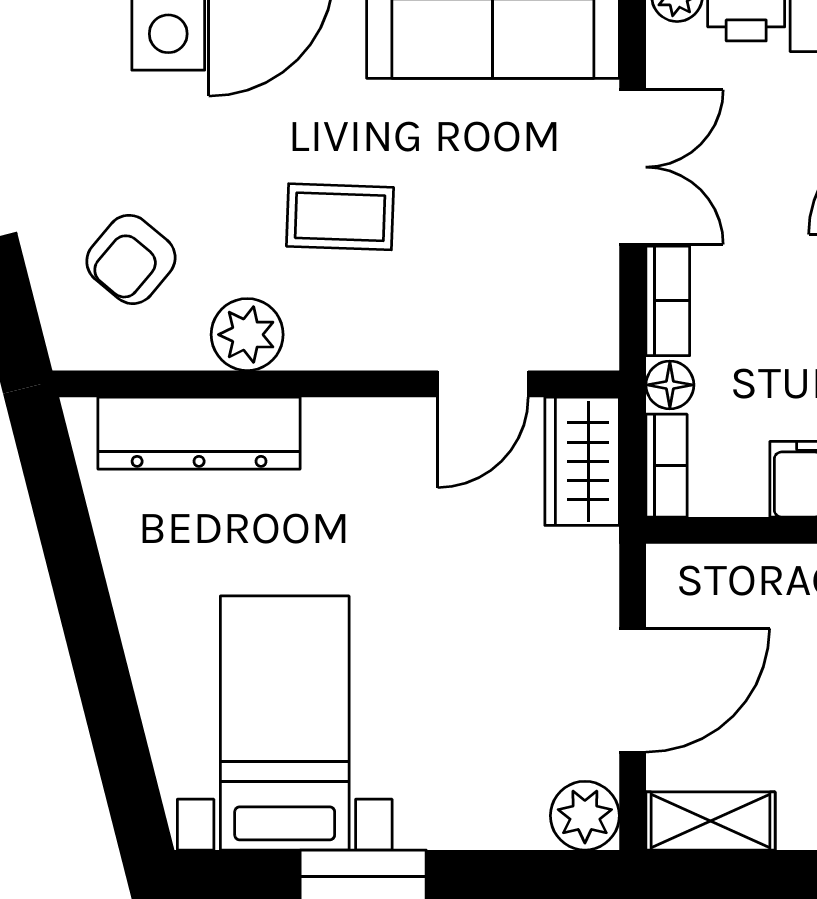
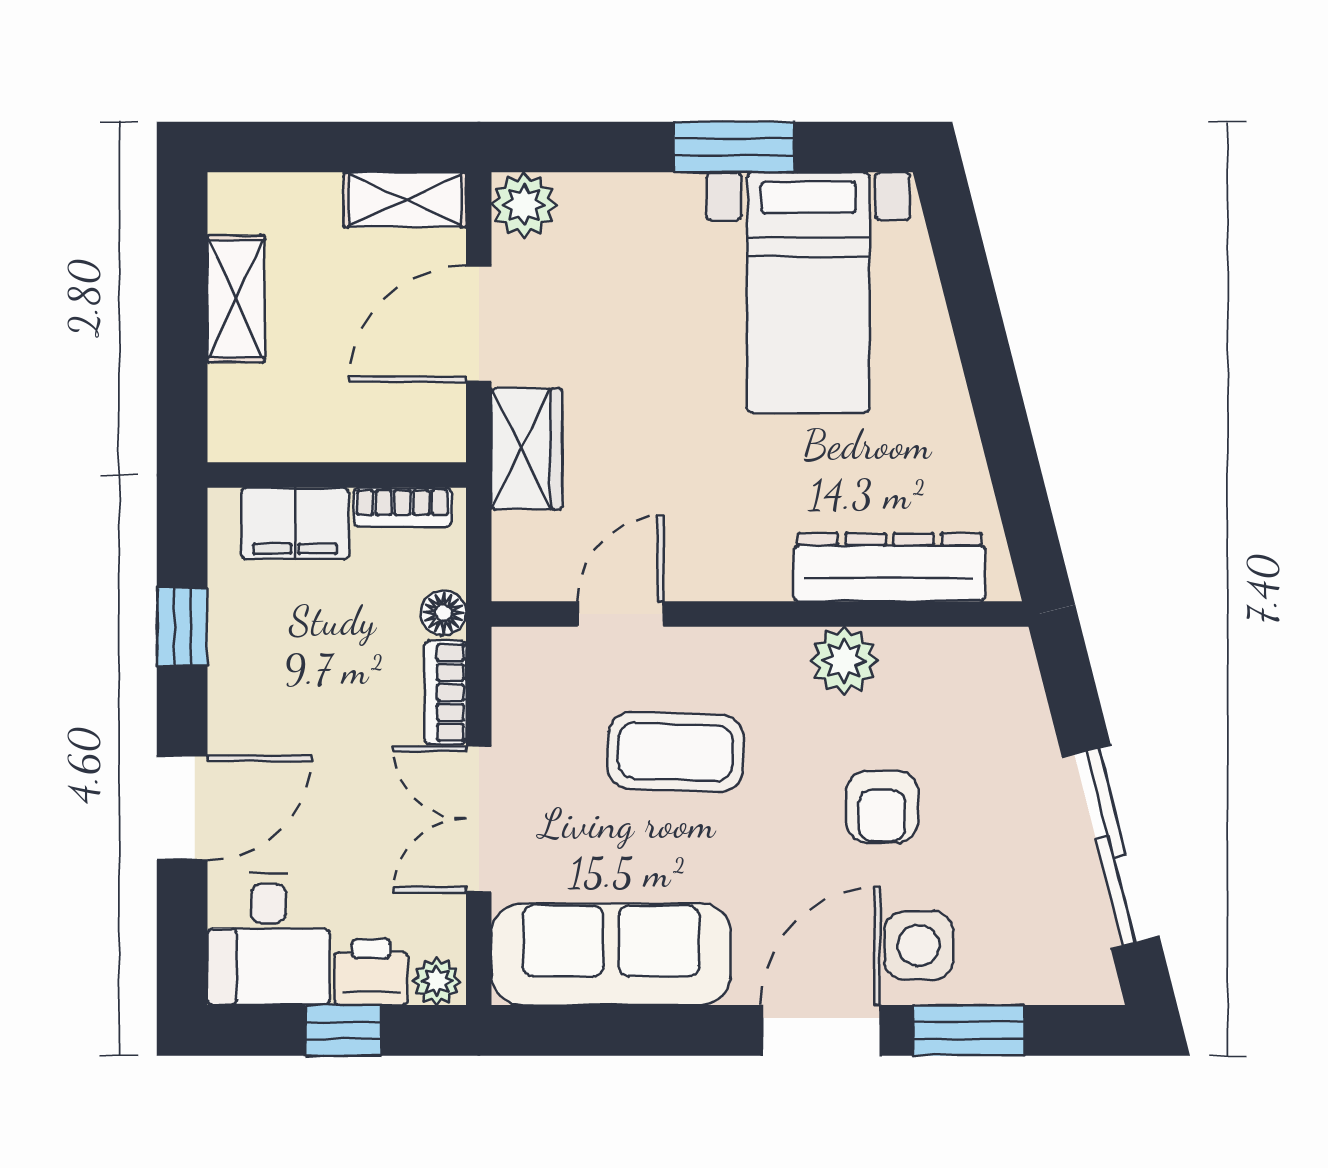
coffee table: (340, 217) -> (676, 752), moved, width x1.36, depth x1.30
armchair: (131, 259) -> (882, 807), moved, turned 140
wardrobe: (582, 461) -> (527, 449), moved
bookcase: (666, 466) -> (403, 507), moved, turned -90

